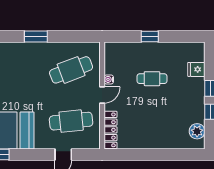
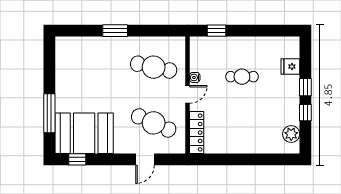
window: (150, 37) -> (216, 31), moved
cafe table: (71, 70) -> (154, 67), turned 33
cafe table: (71, 121) -> (154, 123), turned 30

